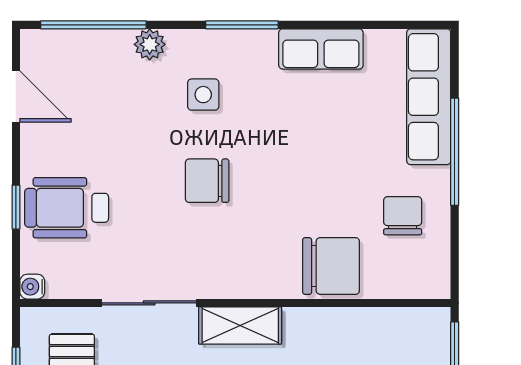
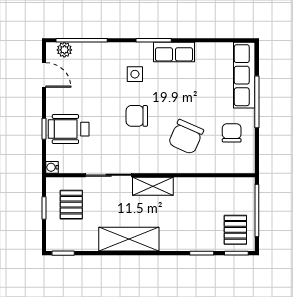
plant: (150, 44) -> (64, 50), moved
row of seats: (321, 49) -> (174, 52), moved
chair: (331, 266) -> (186, 137), moved, turned 114

